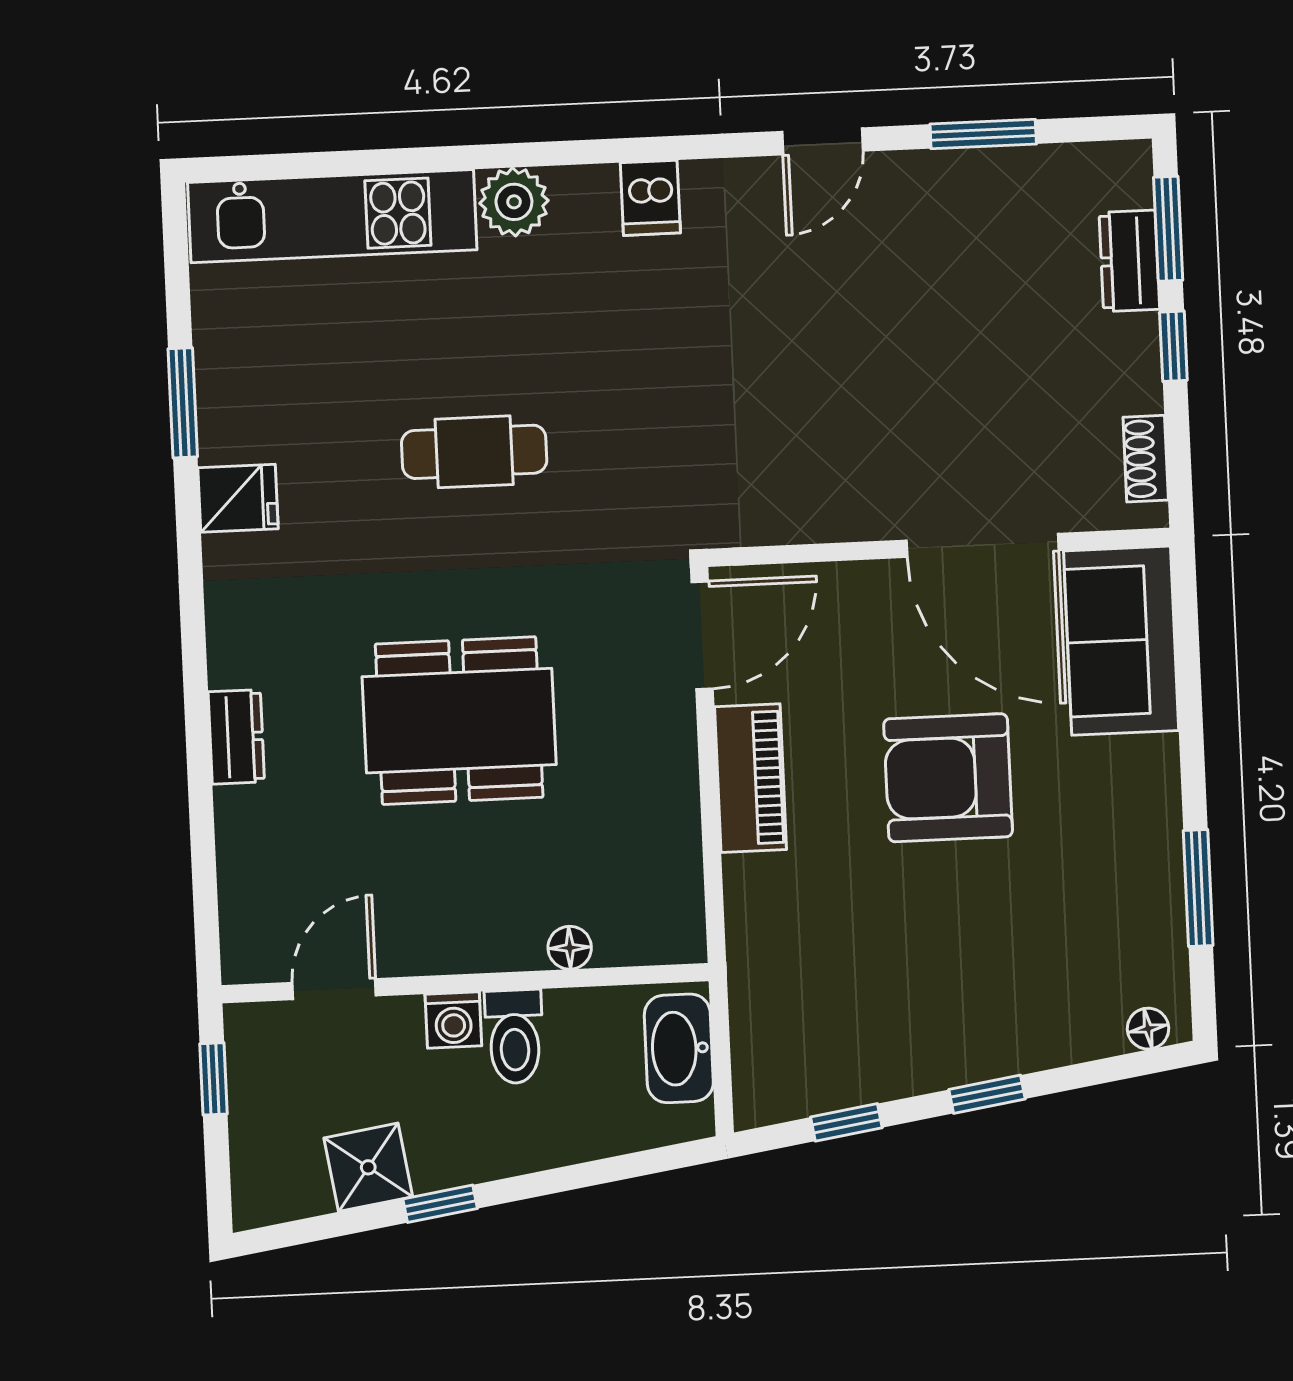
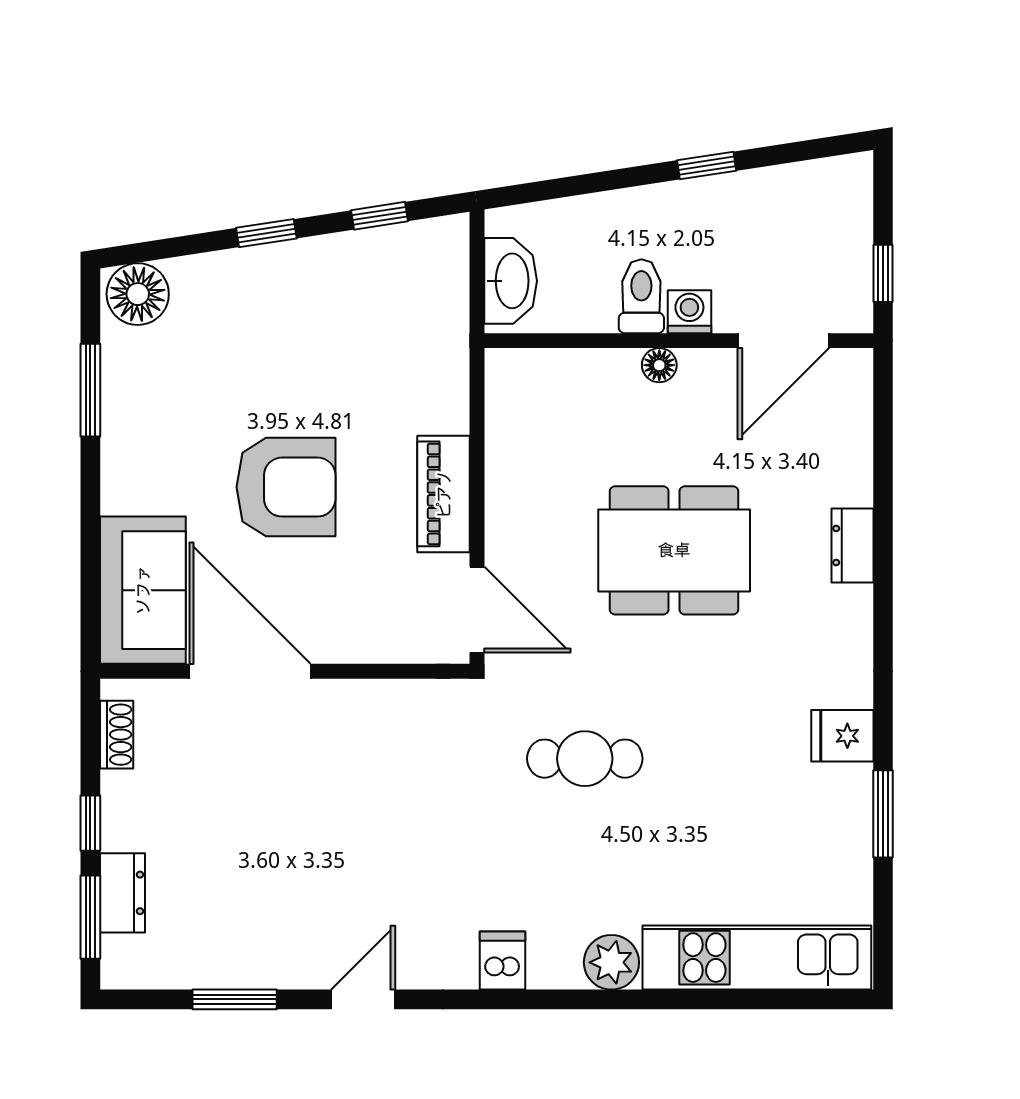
cafe table: (474, 452) -> (585, 759), moved
door: (702, 635) -> (477, 610), swing flipped
floor lamp: (570, 948) -> (659, 365), moved
door: (334, 989) -> (783, 341), width x1.38
floor lamp: (1148, 1029) -> (138, 294), width x1.89, depth x1.89
shower: (368, 1167) -> (763, 197), removed

